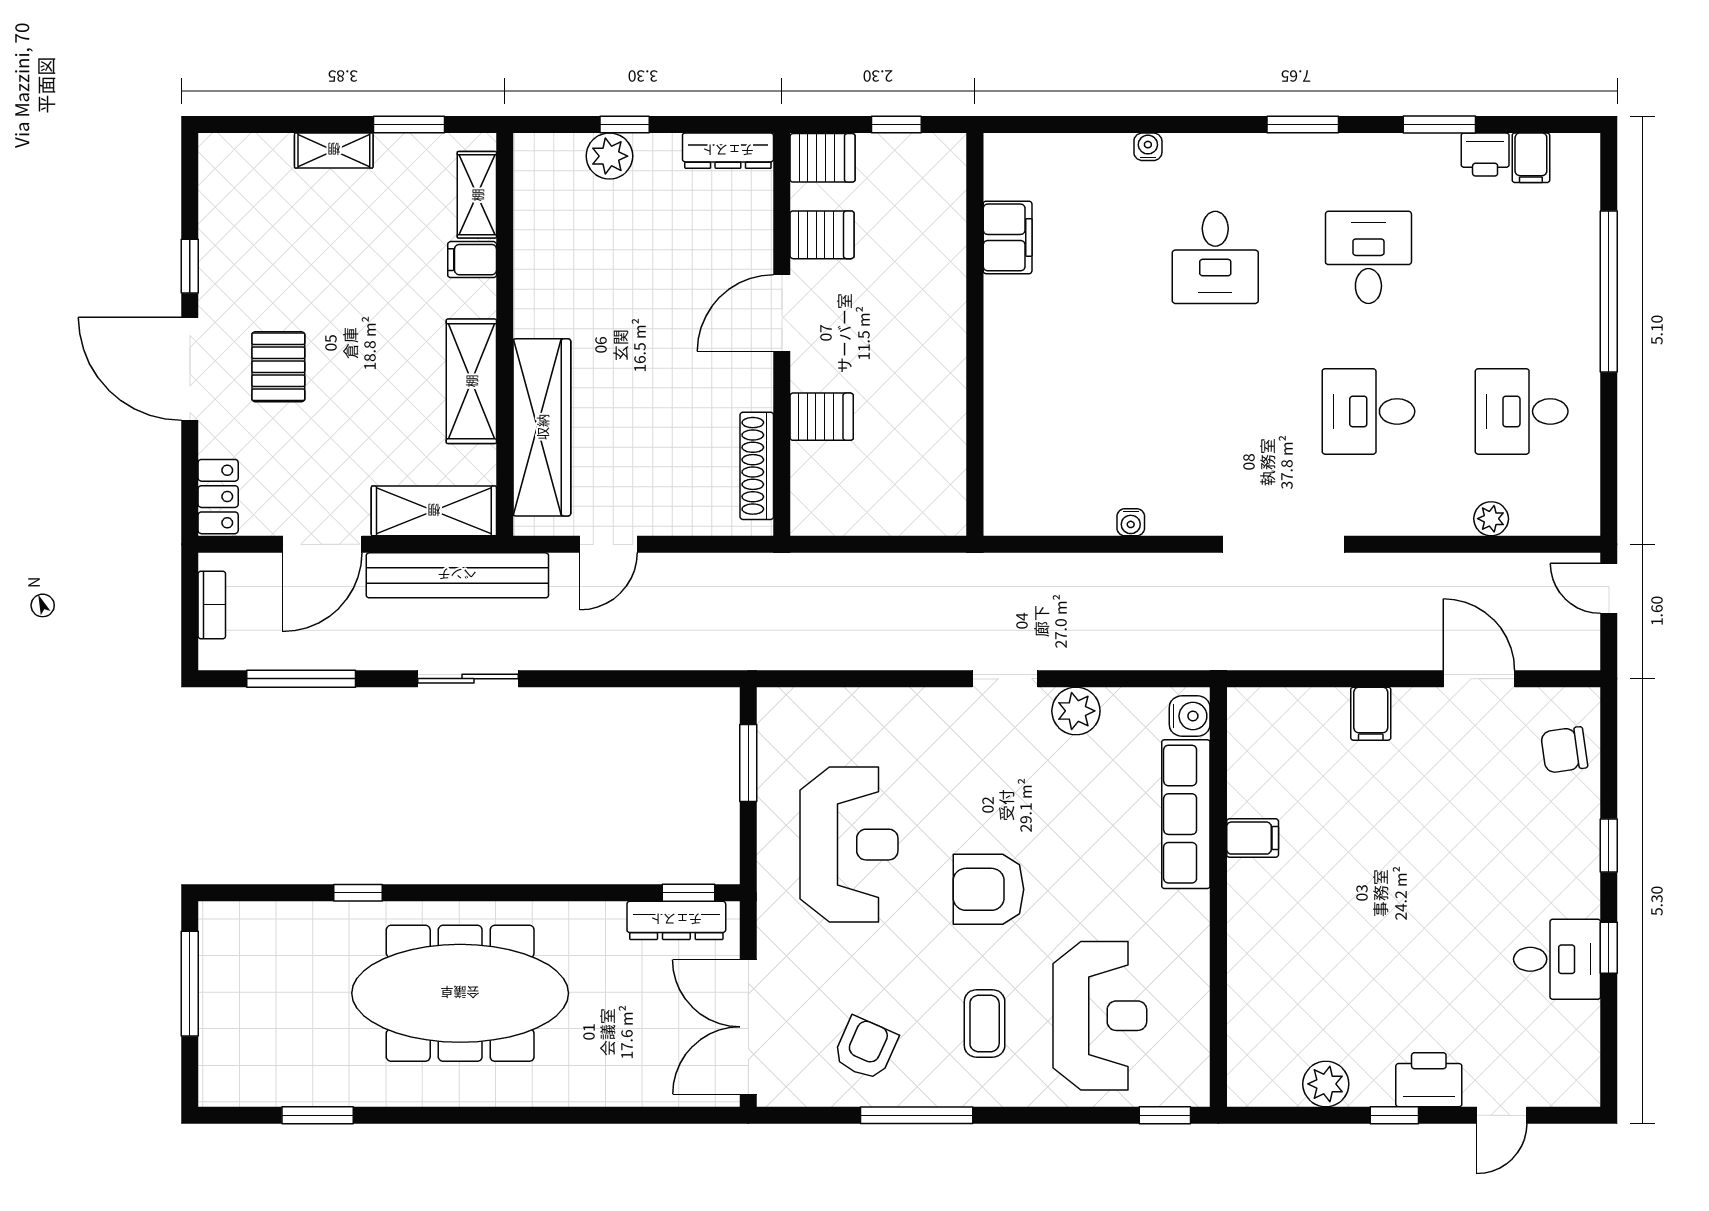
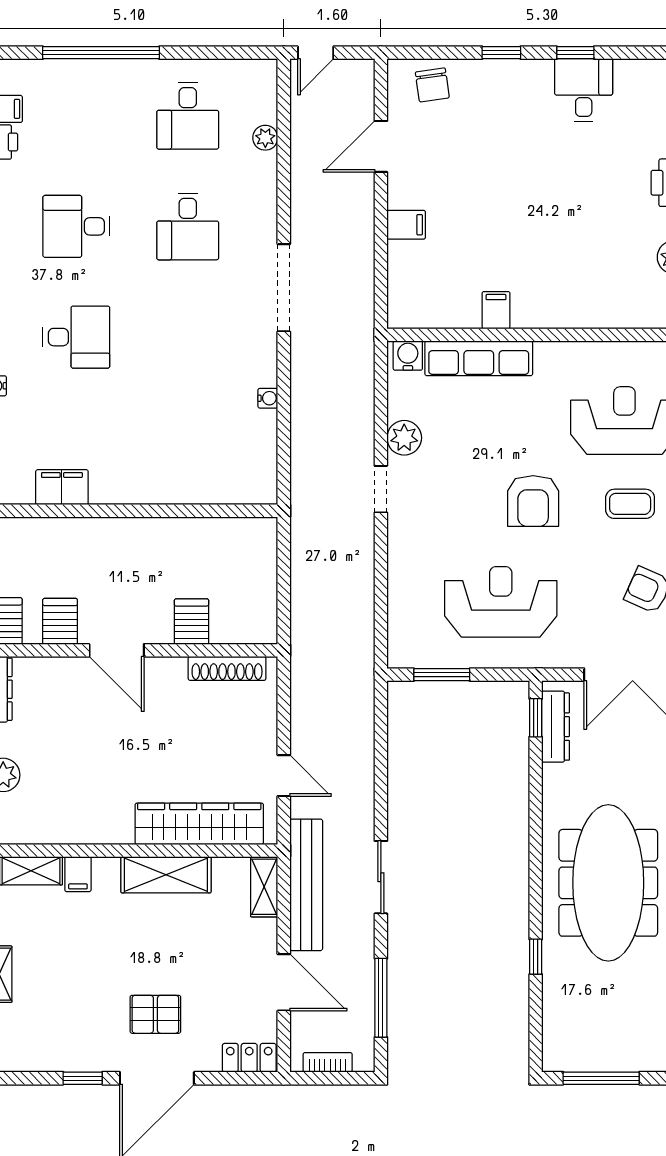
shelving: (434, 511) -> (264, 887), width x0.67, depth x0.75

